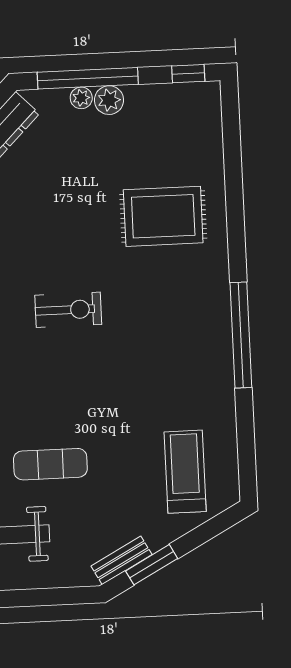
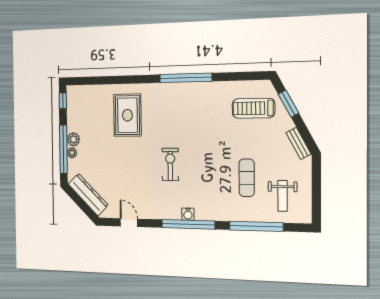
window: (152, 565) -> (288, 104), moved

